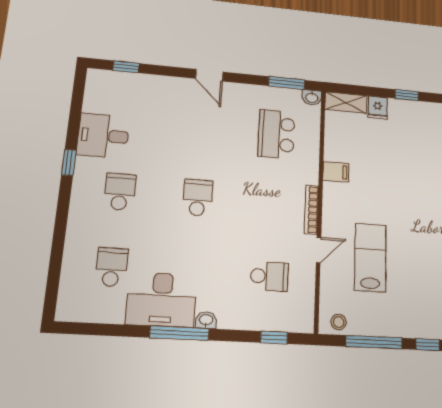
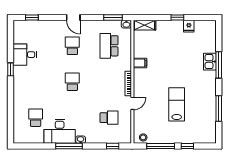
fridge: (378, 108) -> (189, 26), moved
school desk: (120, 192) -> (72, 46), moved
lab bench: (370, 257) -> (177, 104), moved

